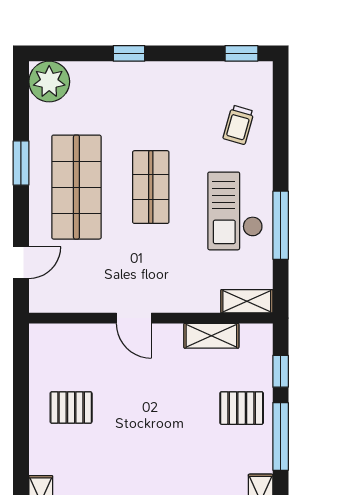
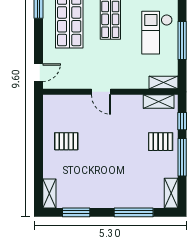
door: (21, 263) -> (39, 73), moved
shelving: (211, 336) -> (159, 102), moved

